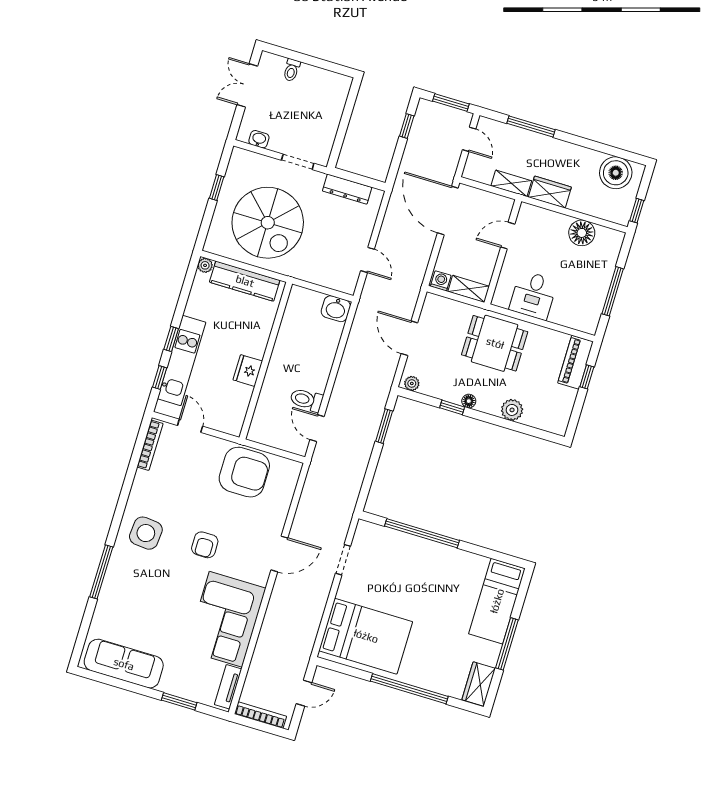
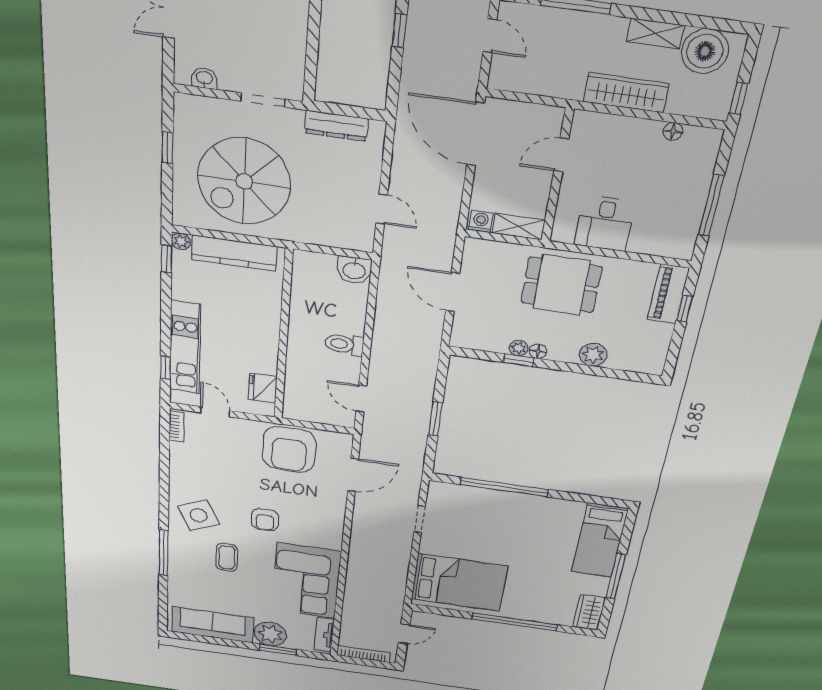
shelving: (511, 183) -> (656, 33), moved
wardrobe: (550, 192) -> (626, 93), width x1.50
spiral stairs: (268, 223) -> (244, 181), turned 90
floor lamp: (582, 233) -> (673, 131), width x0.53, depth x0.53
window: (171, 339) -> (166, 259), moved
fridge: (248, 371) -> (263, 388), moved
plant: (412, 383) -> (519, 348), moved
toilet: (306, 400) -> (344, 344), moved
window: (384, 426) -> (435, 419), moved
bookcase: (150, 445) -> (177, 427), width x0.64
armchair: (244, 472) -> (289, 450), turned 90
side table: (146, 533) -> (199, 515), turned -30
door: (279, 554) -> (353, 475), moved
coffee table: (159, 584) -> (227, 557), added
plant: (177, 681) -> (270, 634), added

